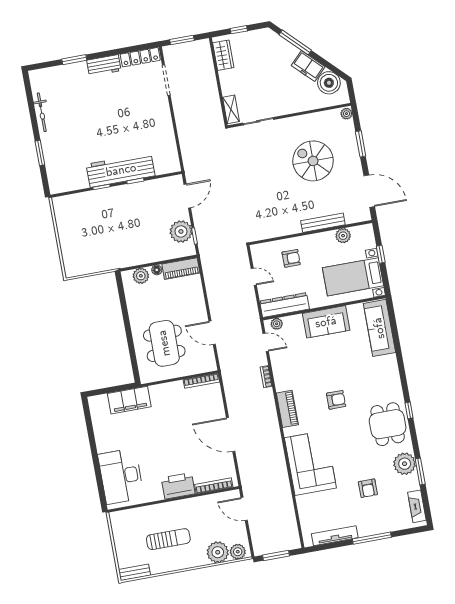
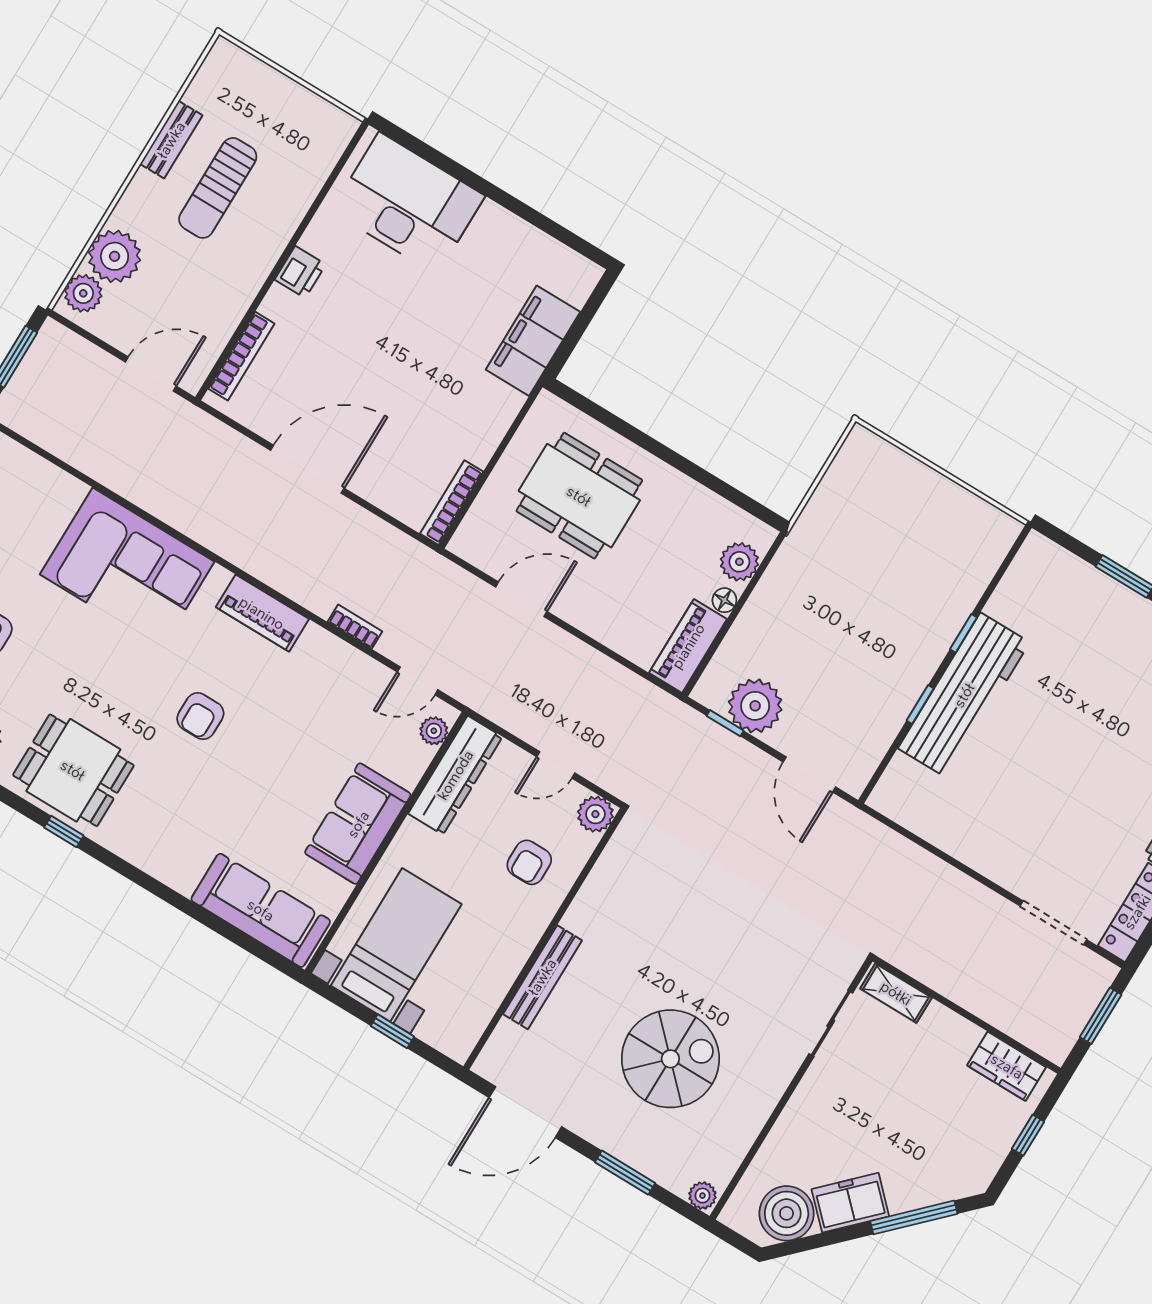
plant: (343, 236) -> (595, 814), moved
printer: (178, 486) -> (300, 272), width x0.53, depth x0.68
bench: (134, 572) -> (171, 140), moved

